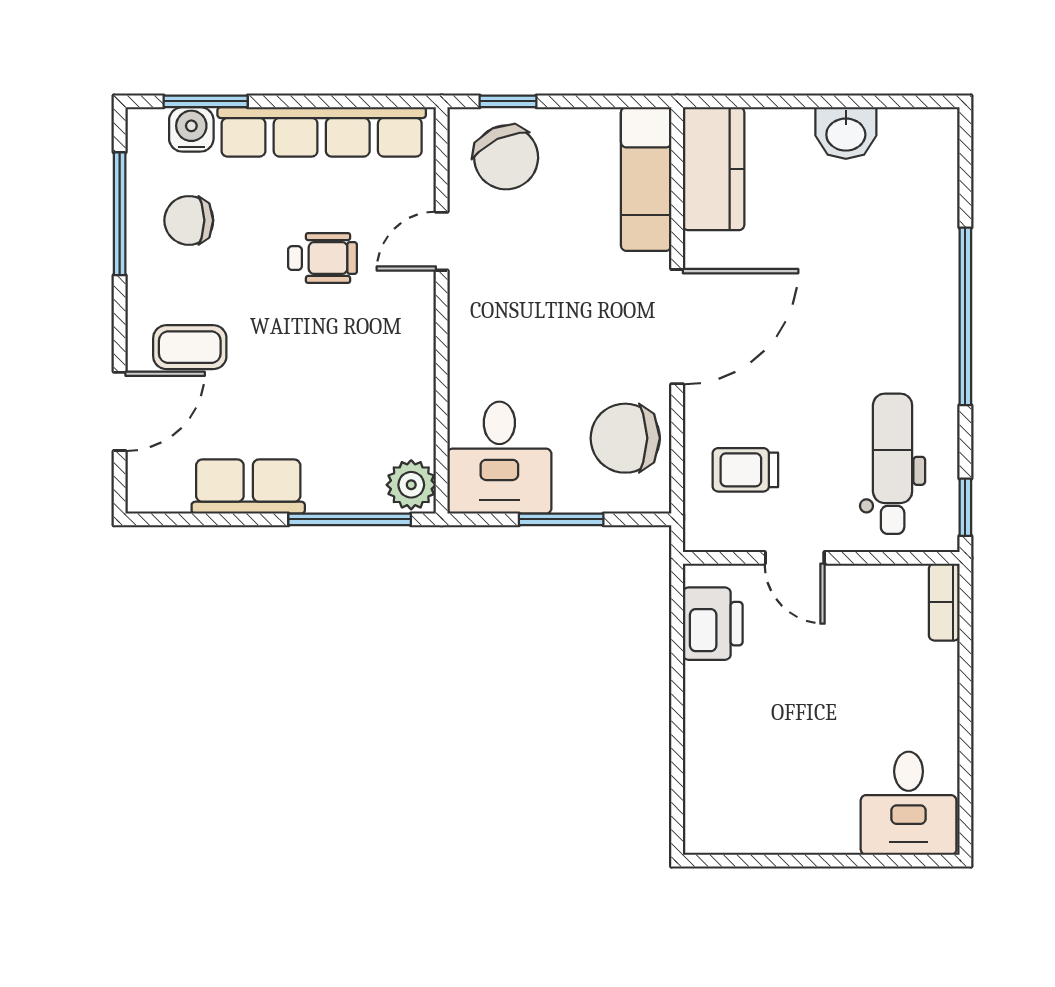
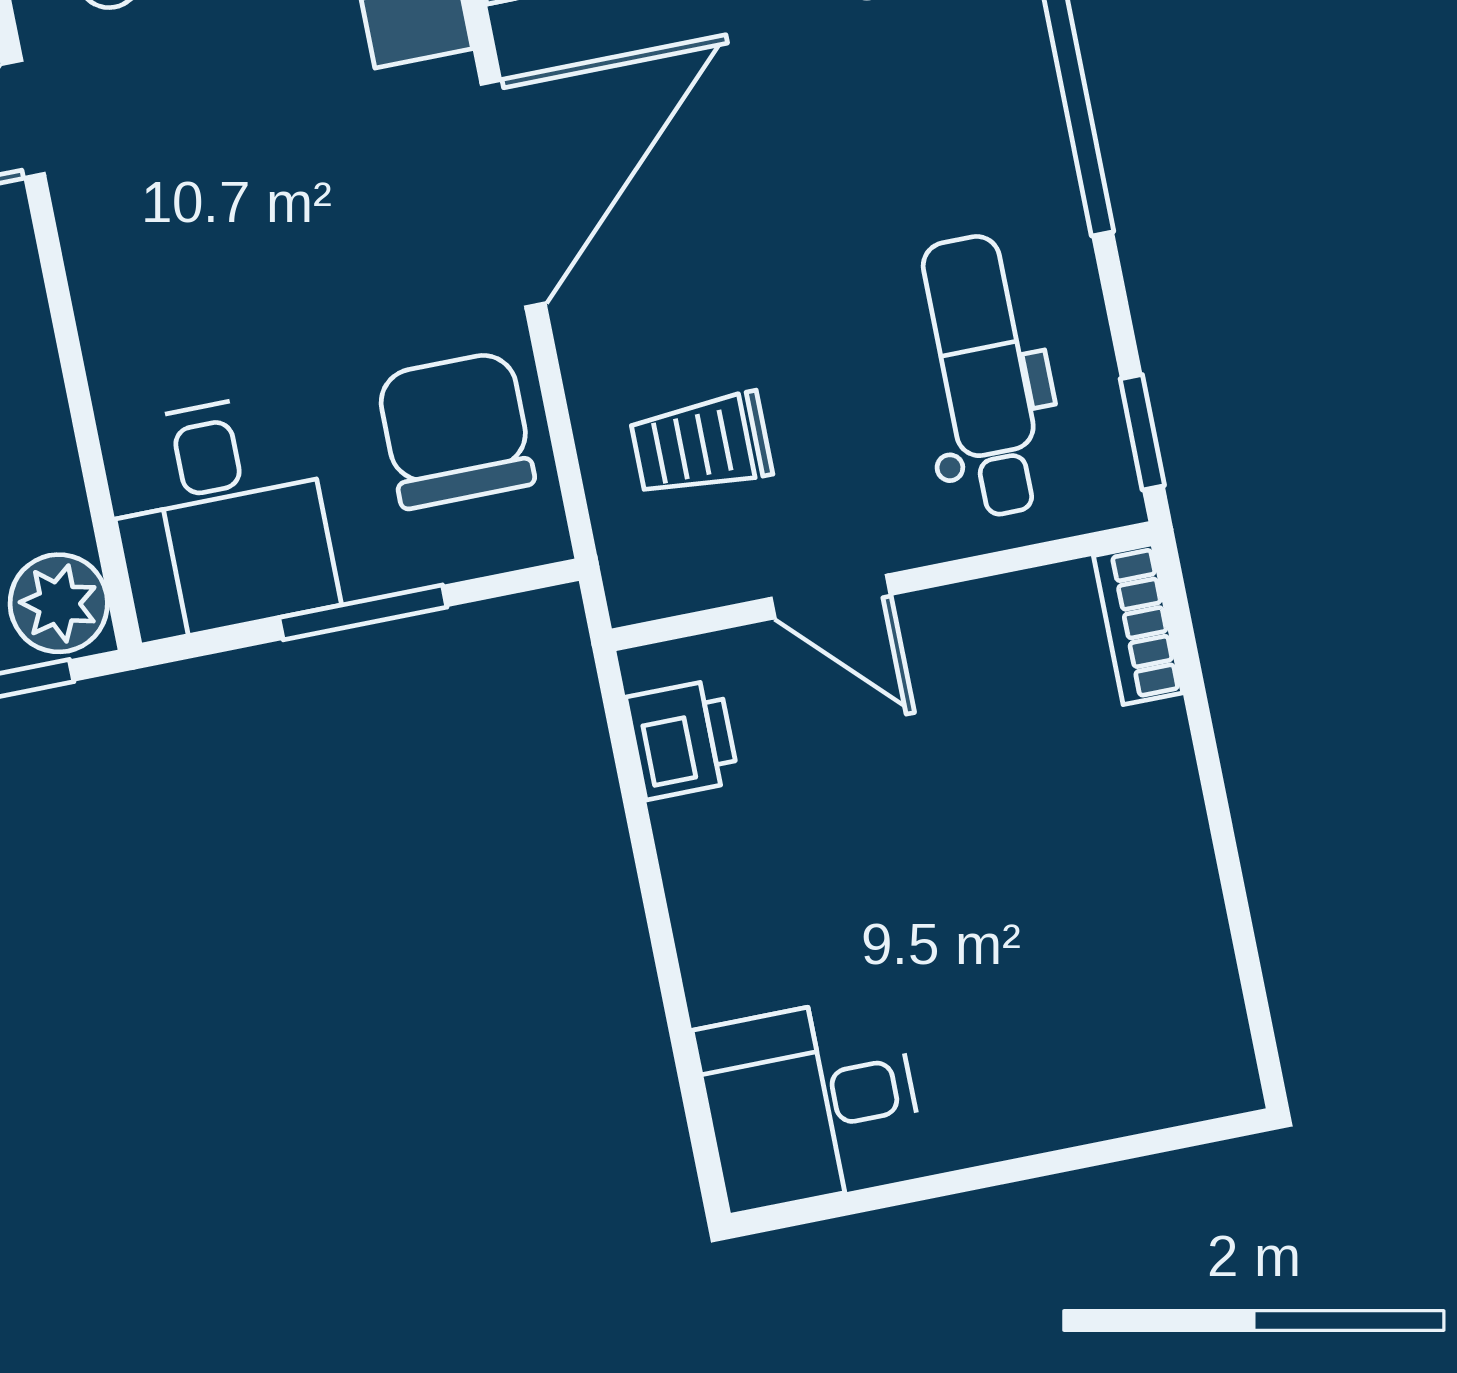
chair: (625, 438) -> (456, 430), turned 90
printer: (713, 624) -> (682, 739), width x0.73, depth x0.81
desk: (909, 803) -> (810, 1103), moved, turned 90

